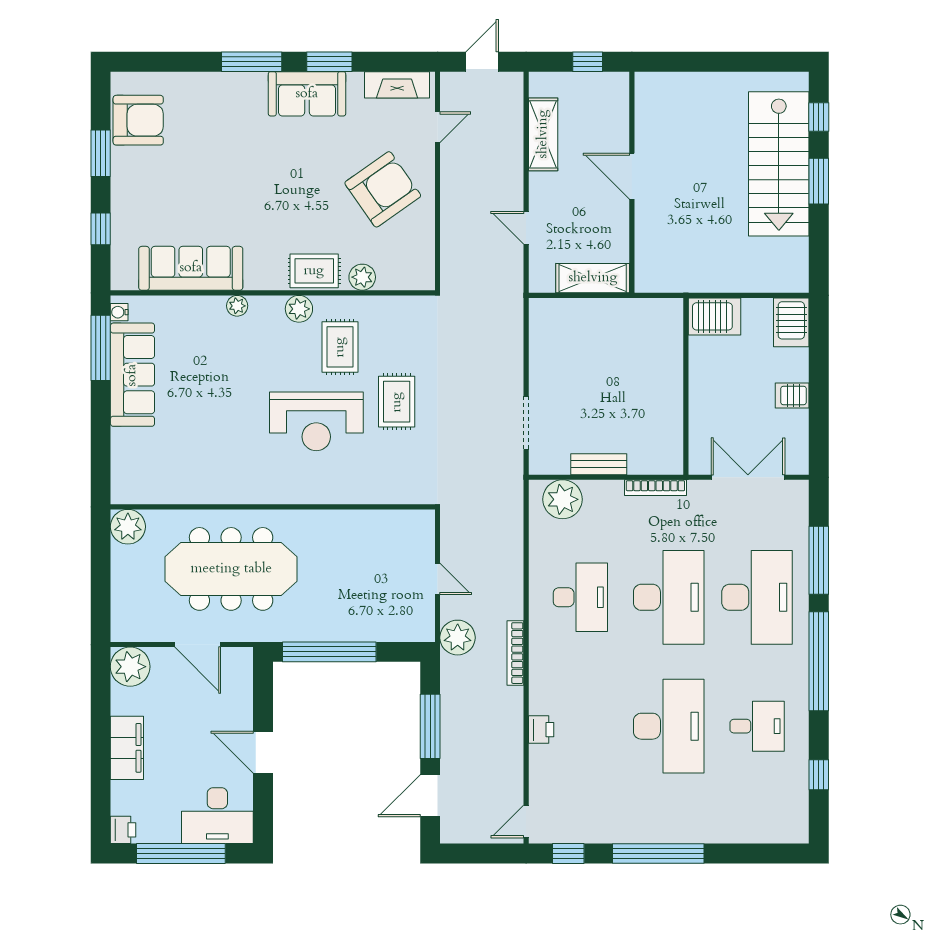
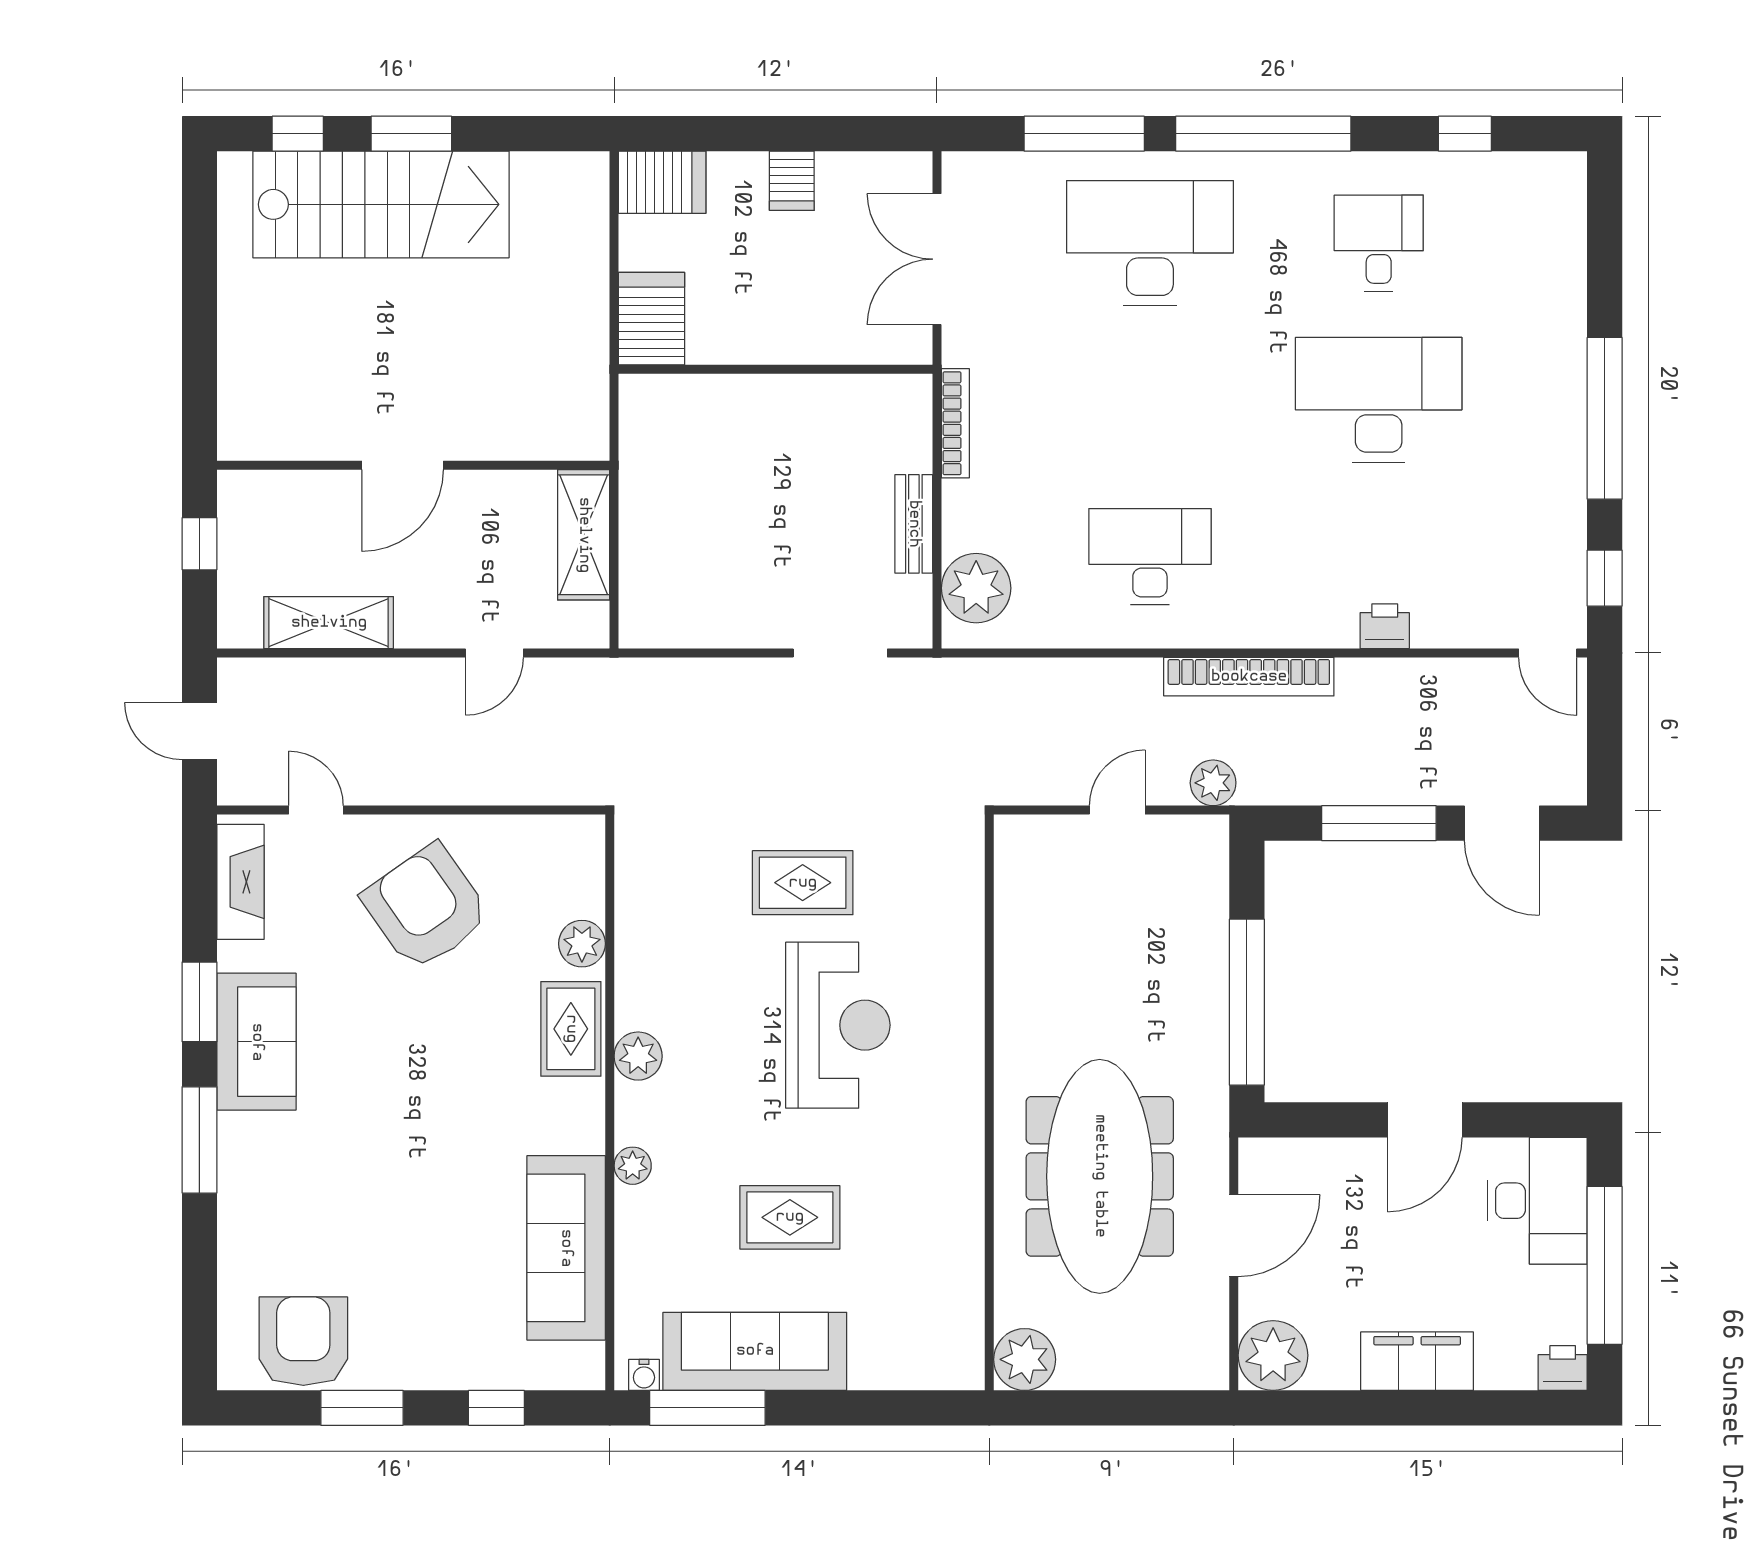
rug: (340, 347) -> (790, 1217), moved
desk: (669, 597) -> (1150, 400), removed
plant: (458, 638) -> (1213, 783), width x0.73, depth x0.73
bookcase: (515, 653) -> (1249, 677), width x1.48, depth x1.31

